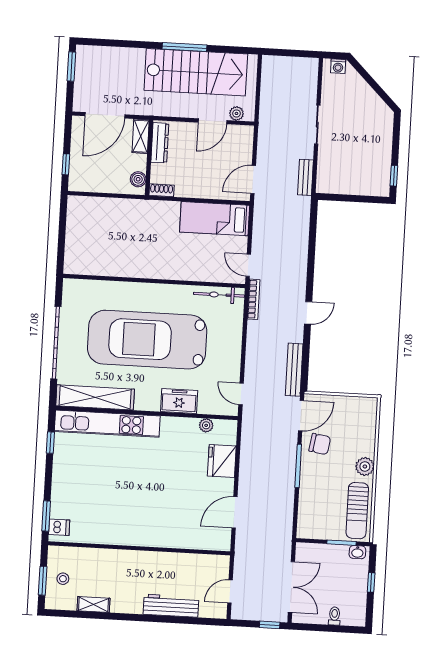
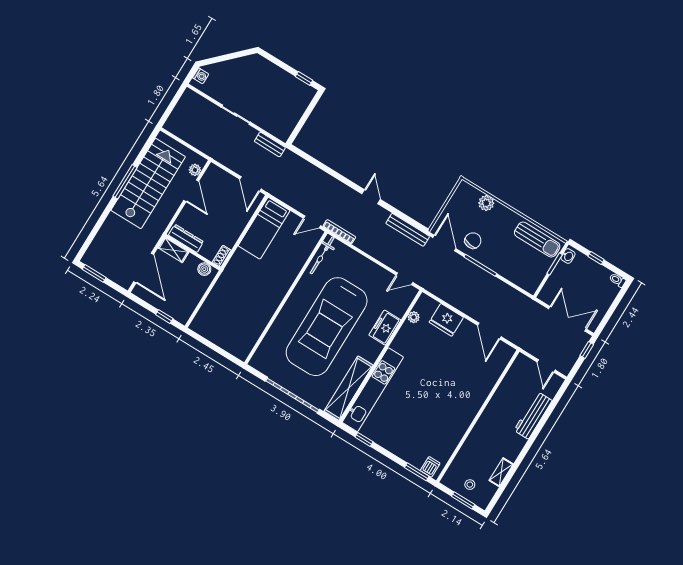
plant: (365, 466) -> (486, 203), moved
toilet: (334, 616) -> (617, 280), moved

